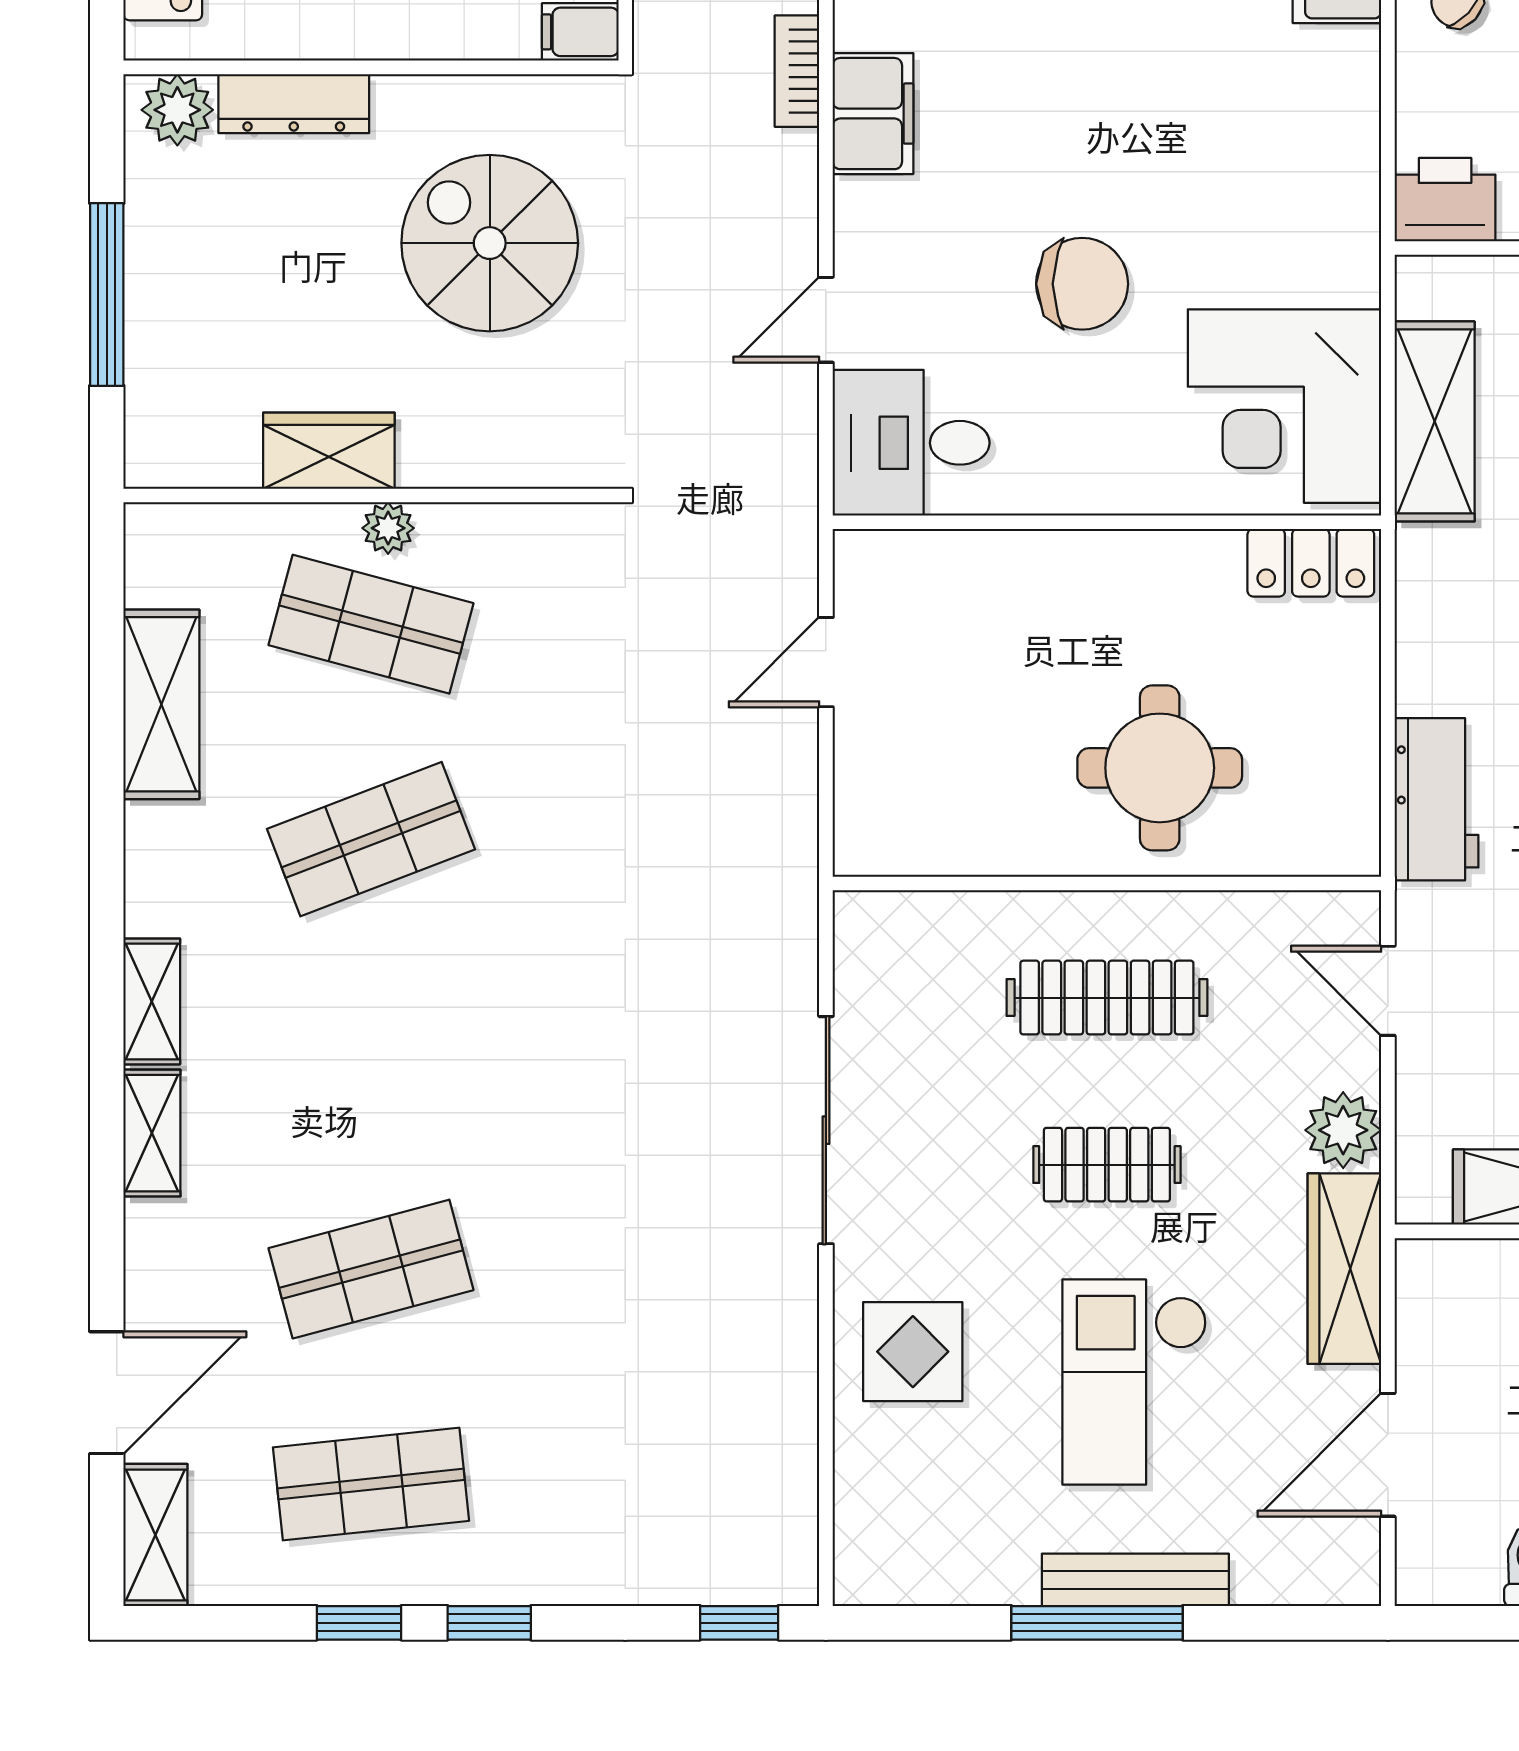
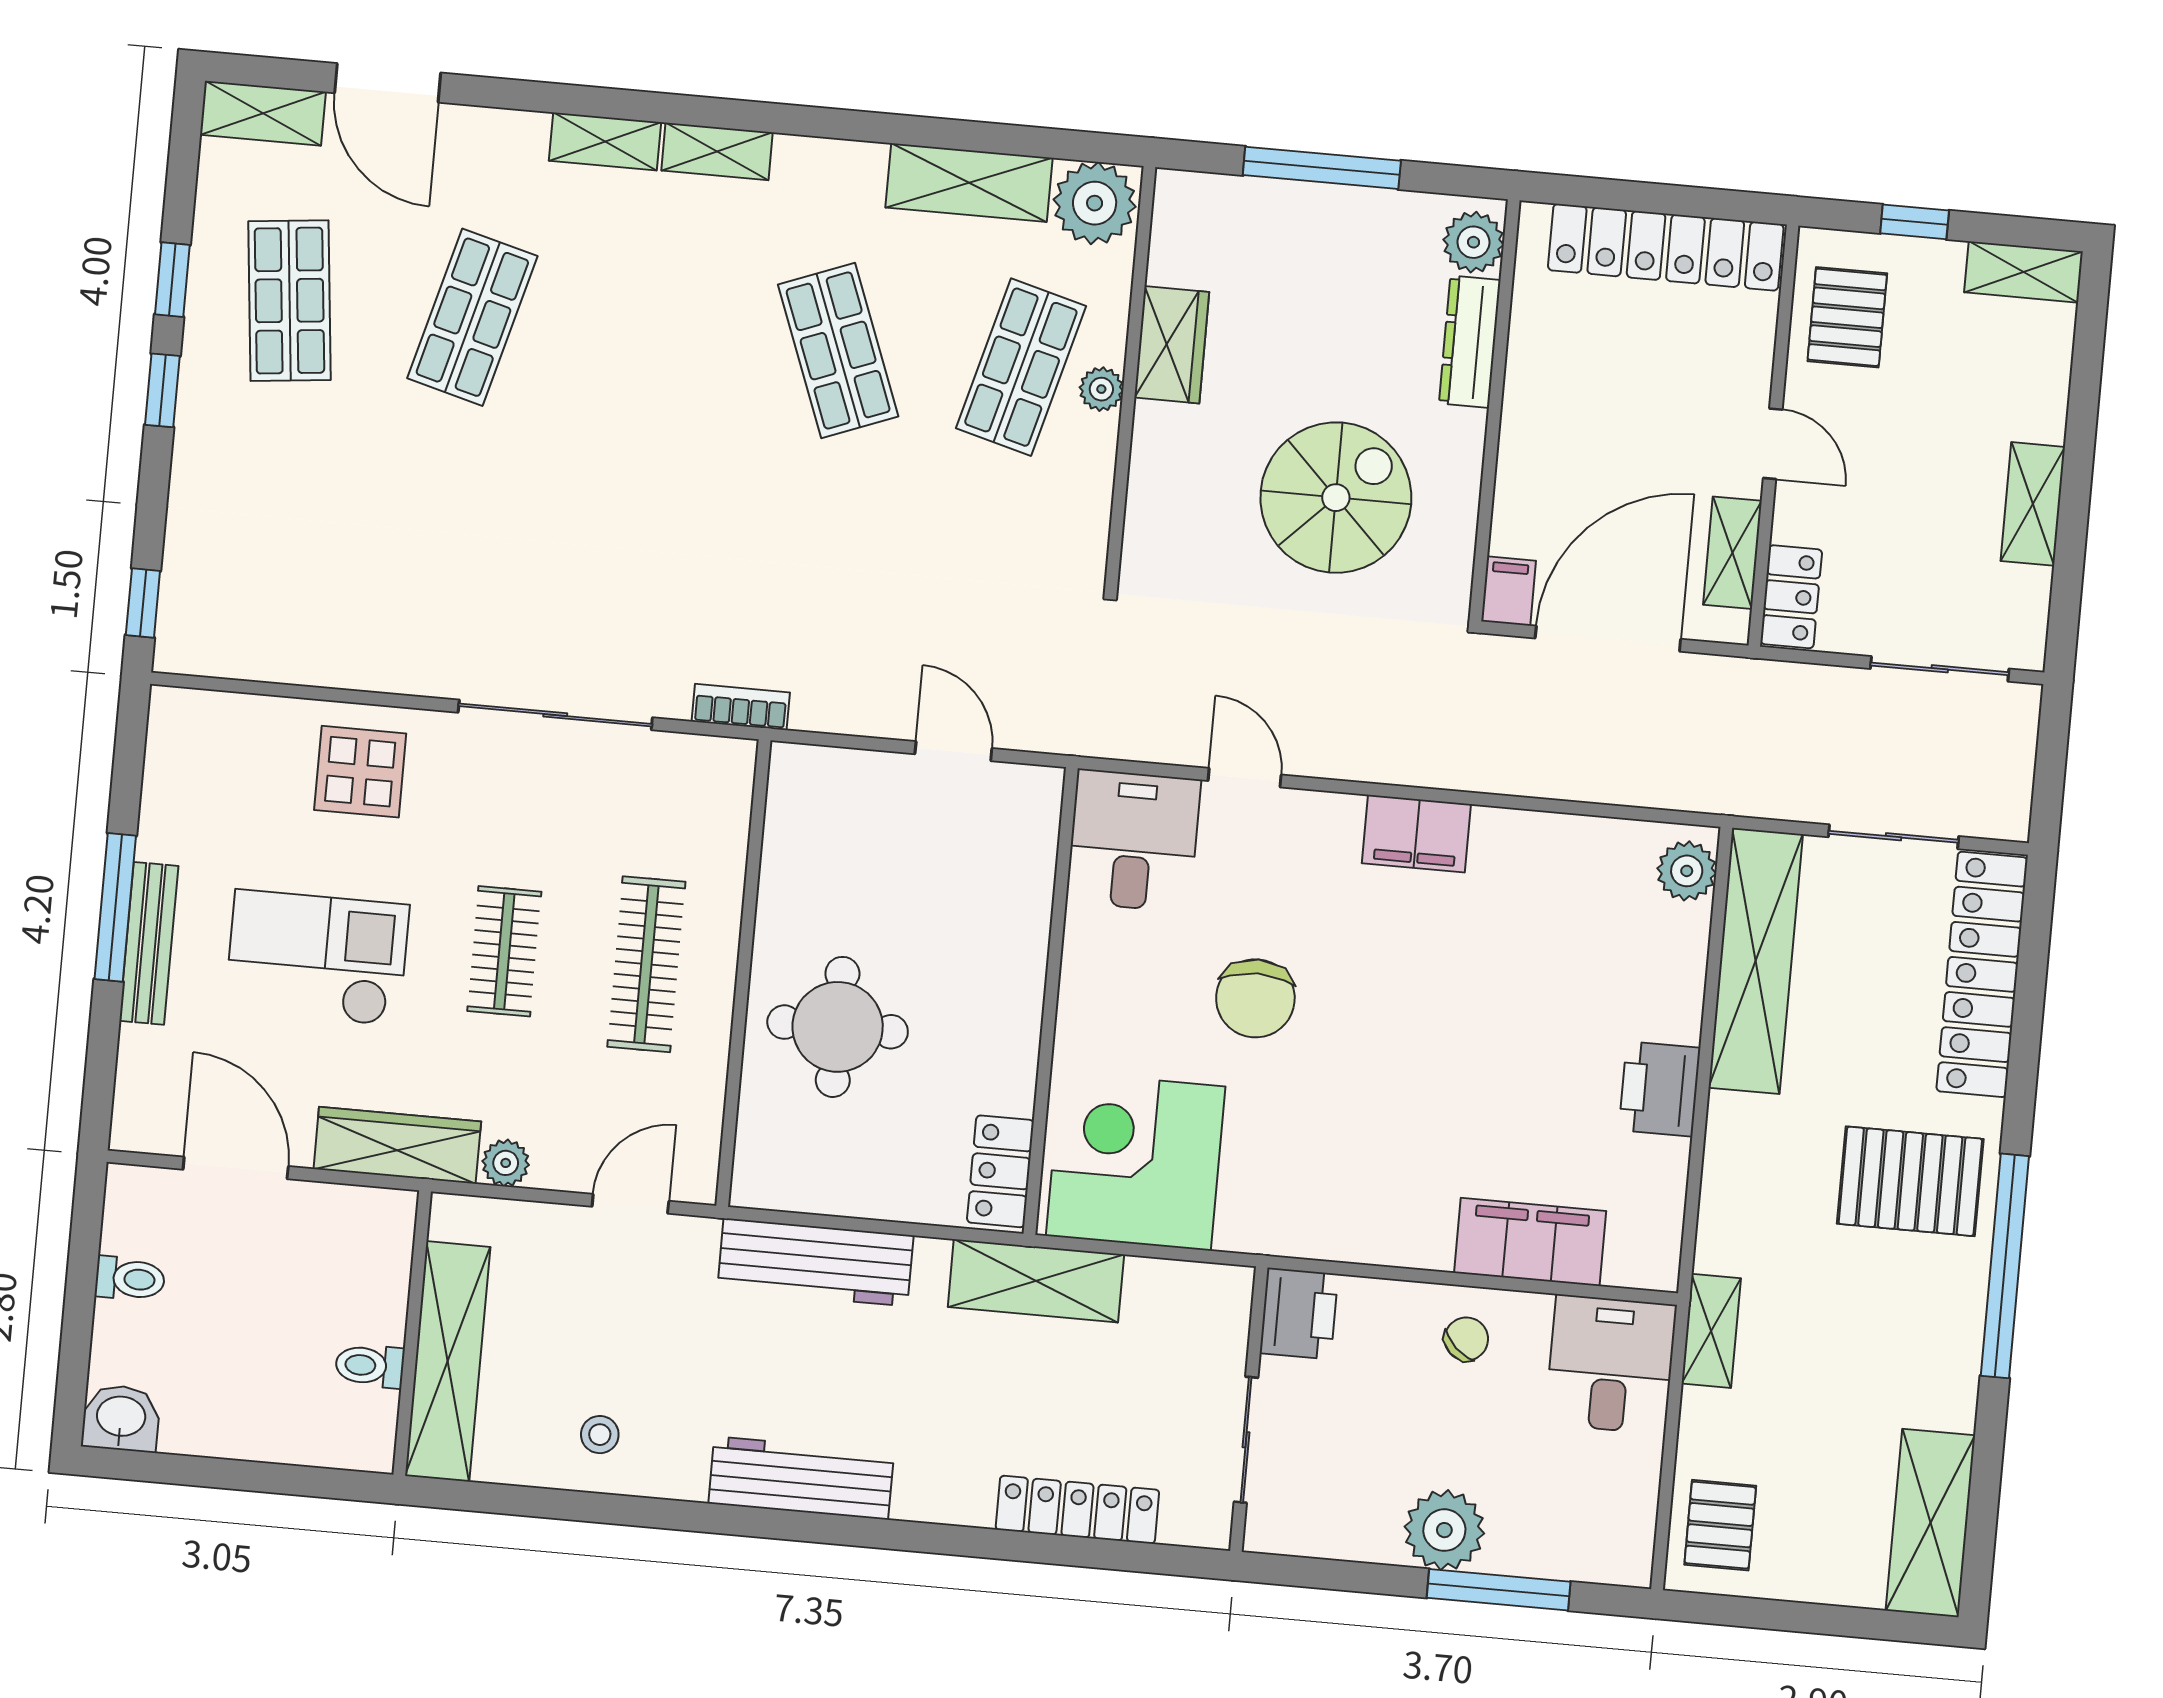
bookcase: (797, 71) -> (741, 707), moved
shelving: (1435, 421) -> (1036, 1281), moved
plant: (172, 556) -> (1095, 203), added
workbench: (1437, 799) -> (815, 1262), width x1.37
plant: (1343, 1130) -> (506, 1163), width x0.73, depth x0.73
shop shelf: (371, 1269) -> (472, 317), turned 30

